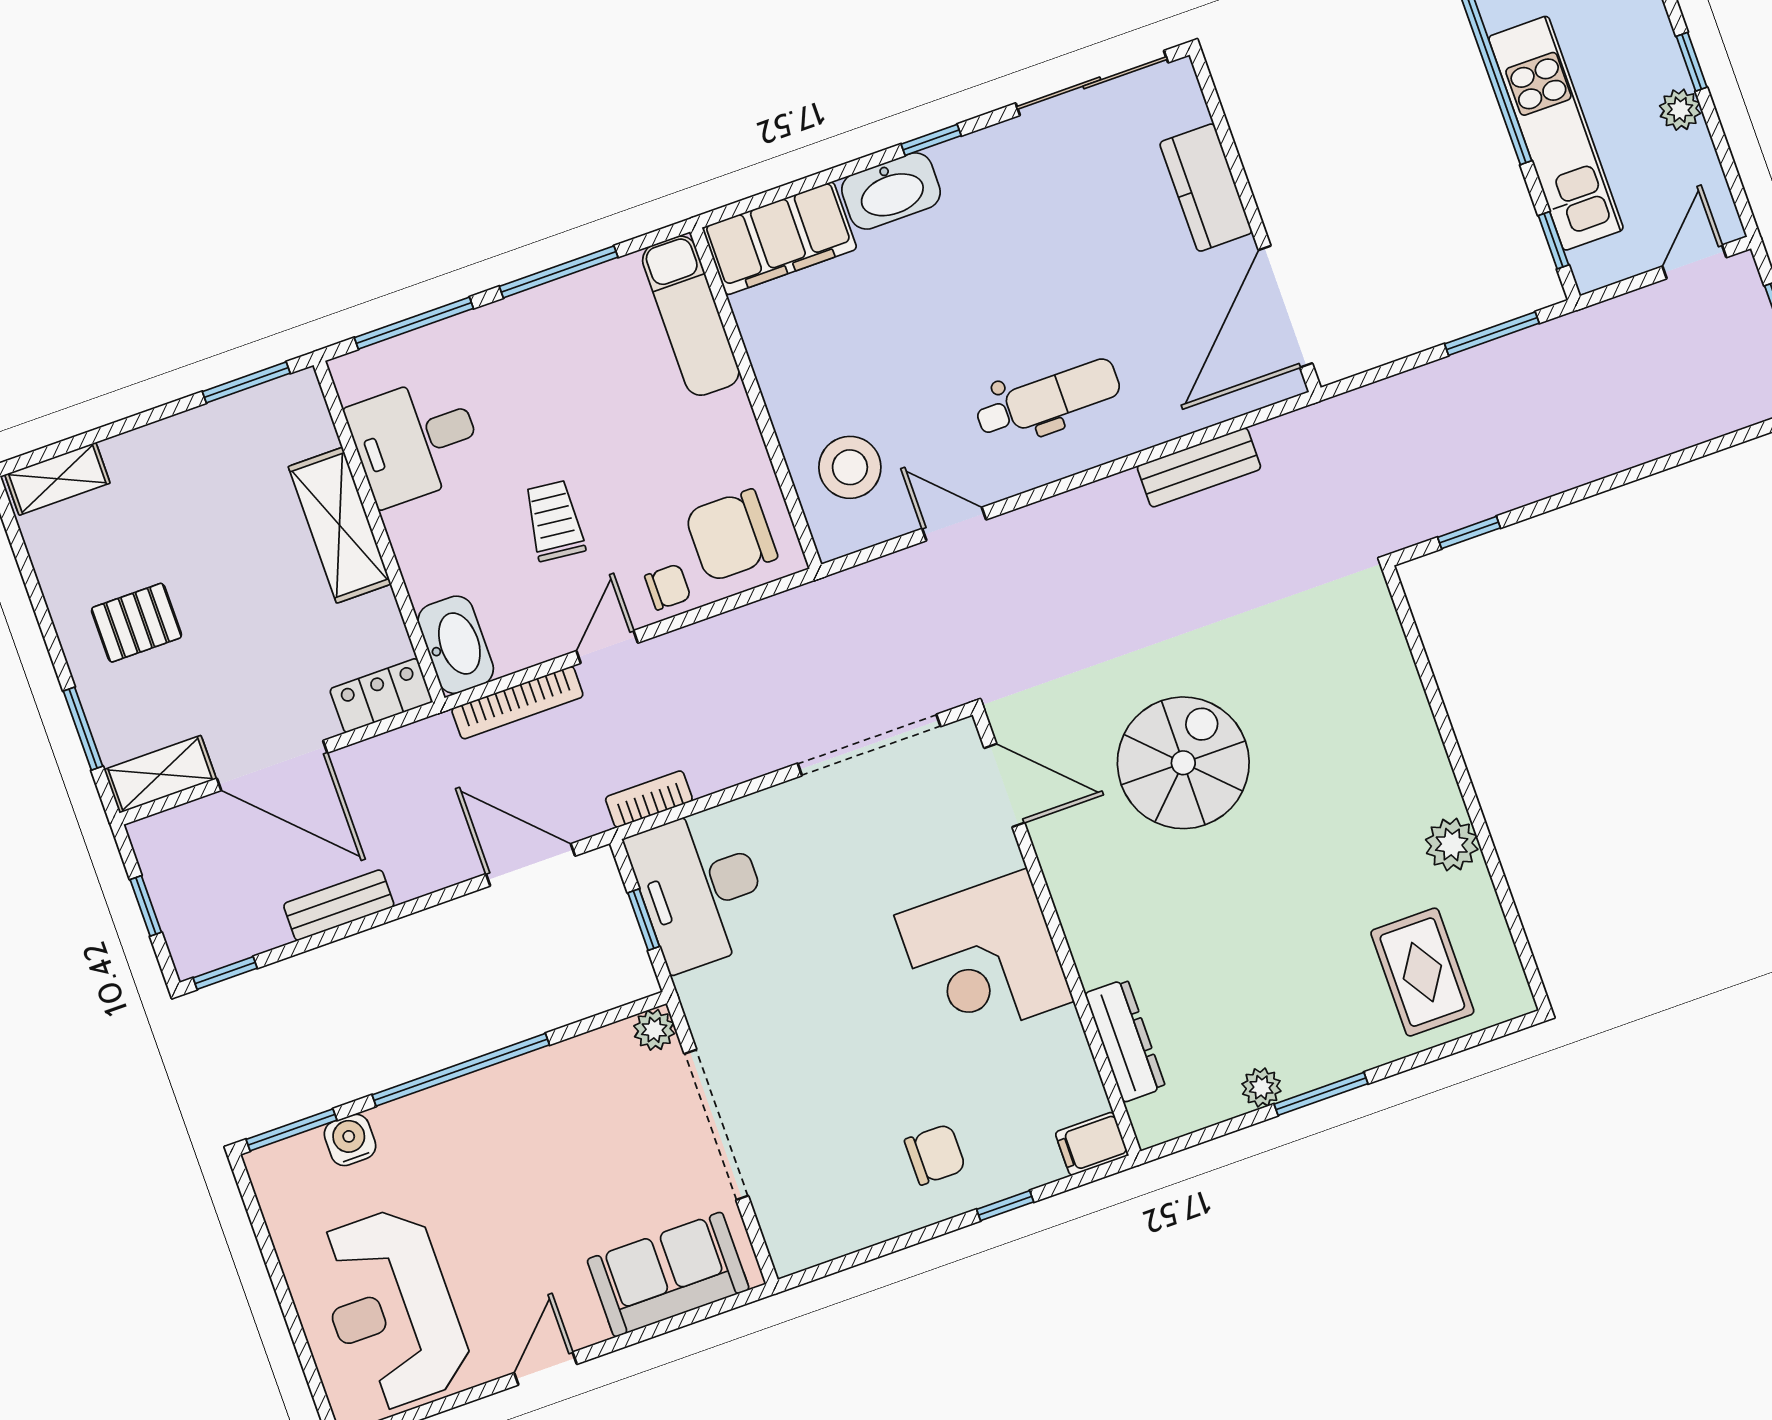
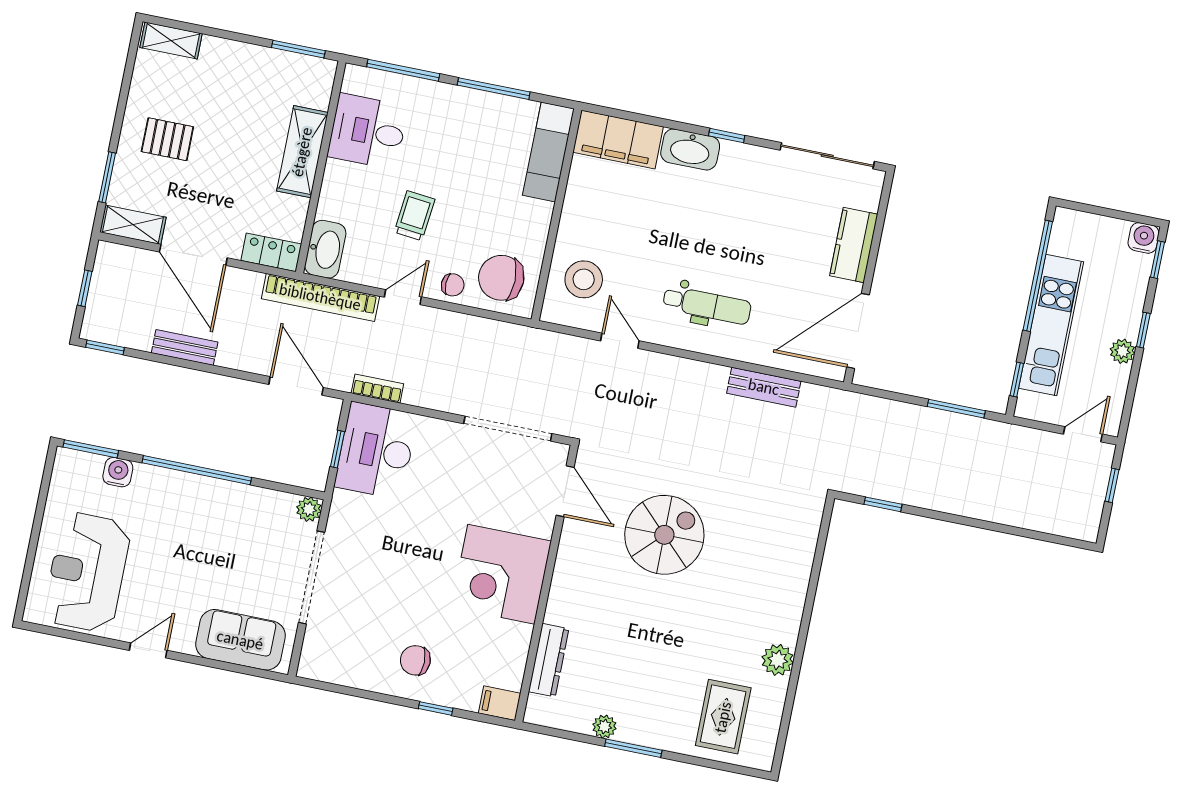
bookcase: (517, 703) -> (320, 297), width x1.48, depth x1.31
chair: (935, 1154) -> (415, 660), turned 180

